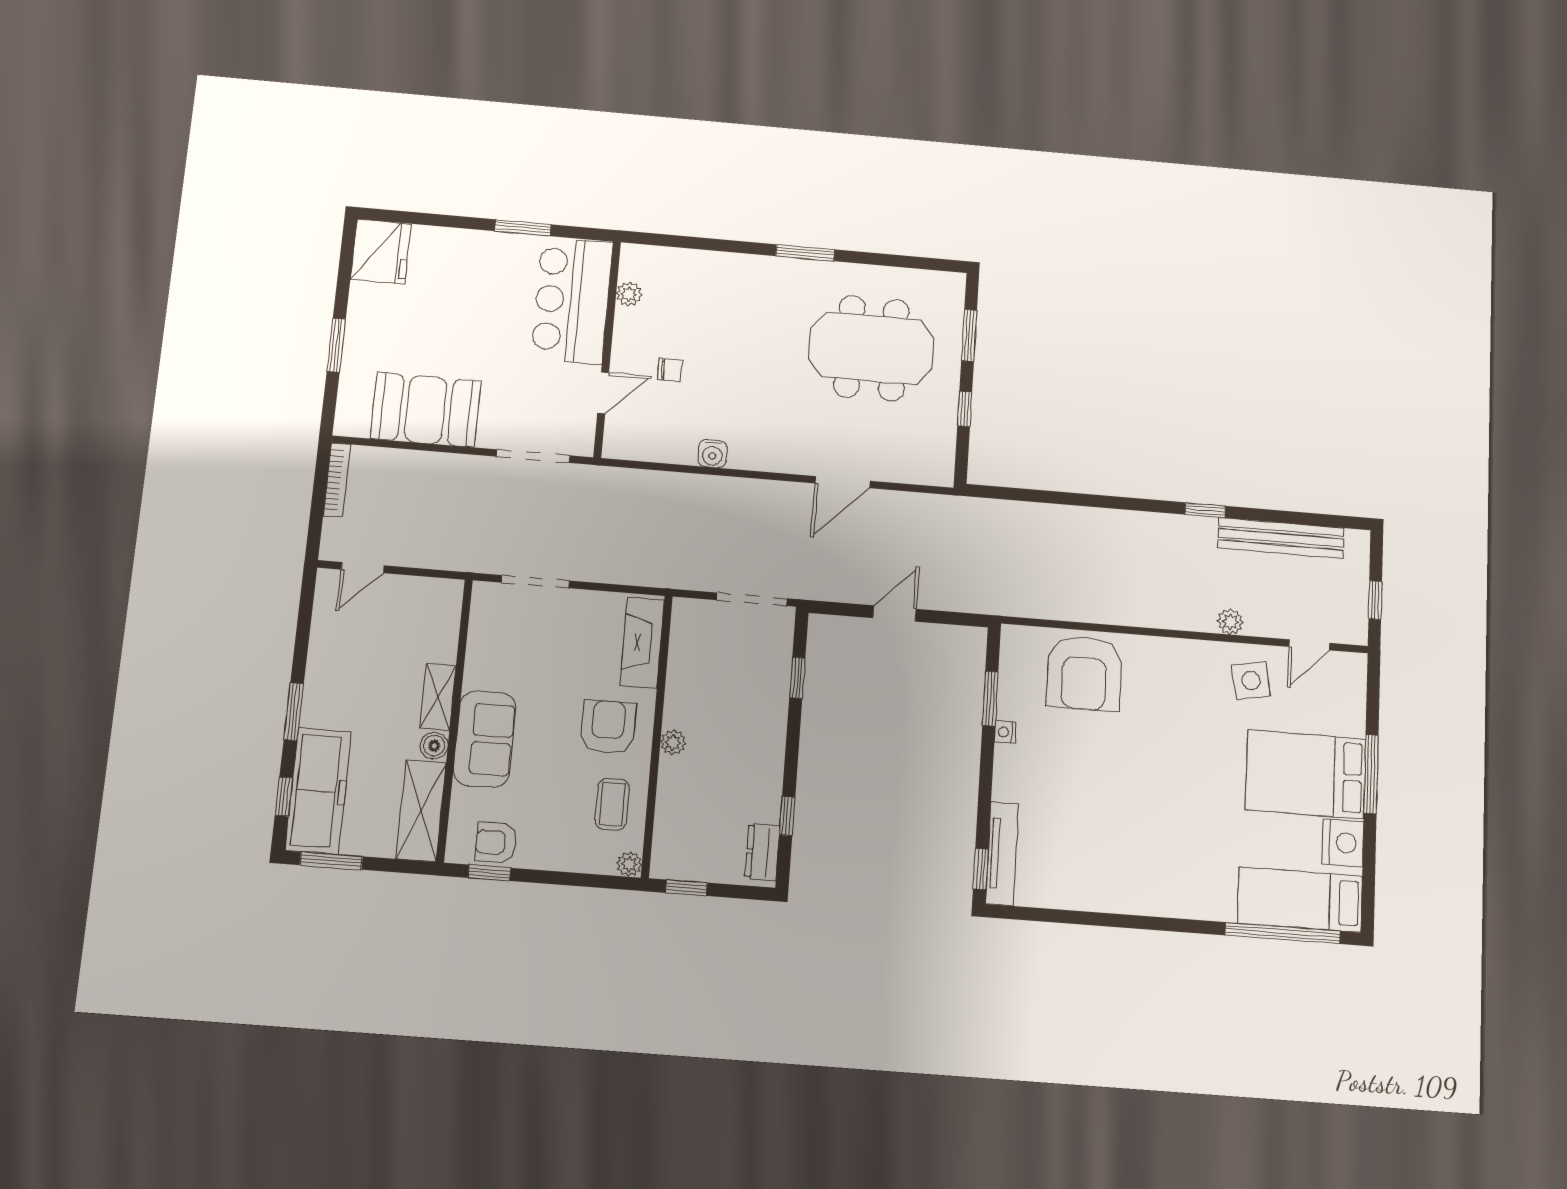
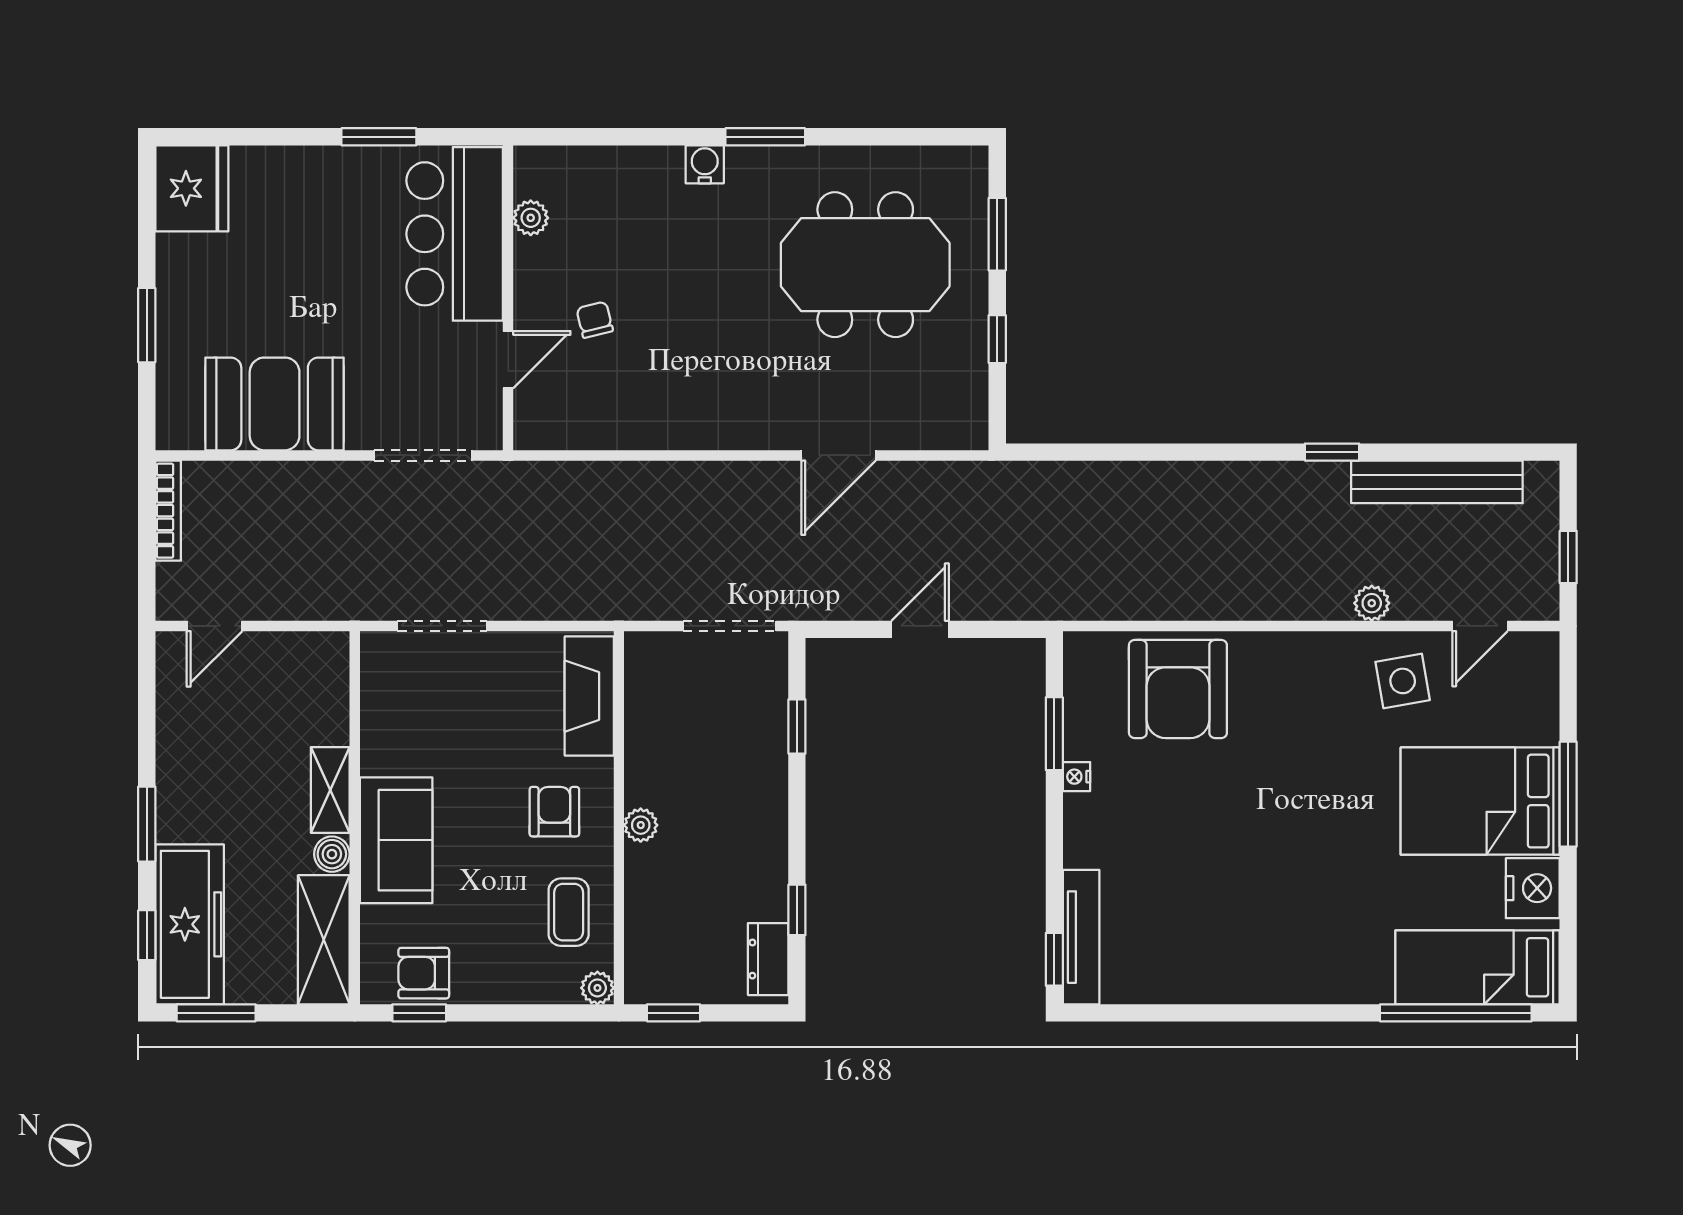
chair: (670, 370) -> (595, 320), turned -104
water cooler: (712, 454) -> (705, 164), moved, turned 180
armchair: (608, 727) -> (554, 812), width x0.72, depth x0.72

